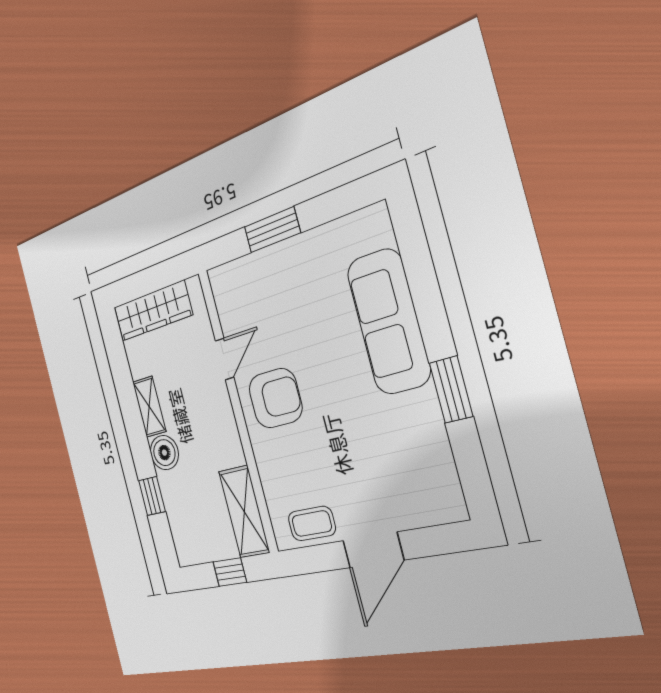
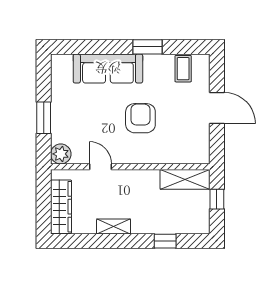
plant: (225, 283) -> (61, 154), added
armchair: (275, 398) -> (140, 118), moved
boiler: (164, 453) -> (142, 224), removed
coffee table: (312, 524) -> (183, 69), moved

